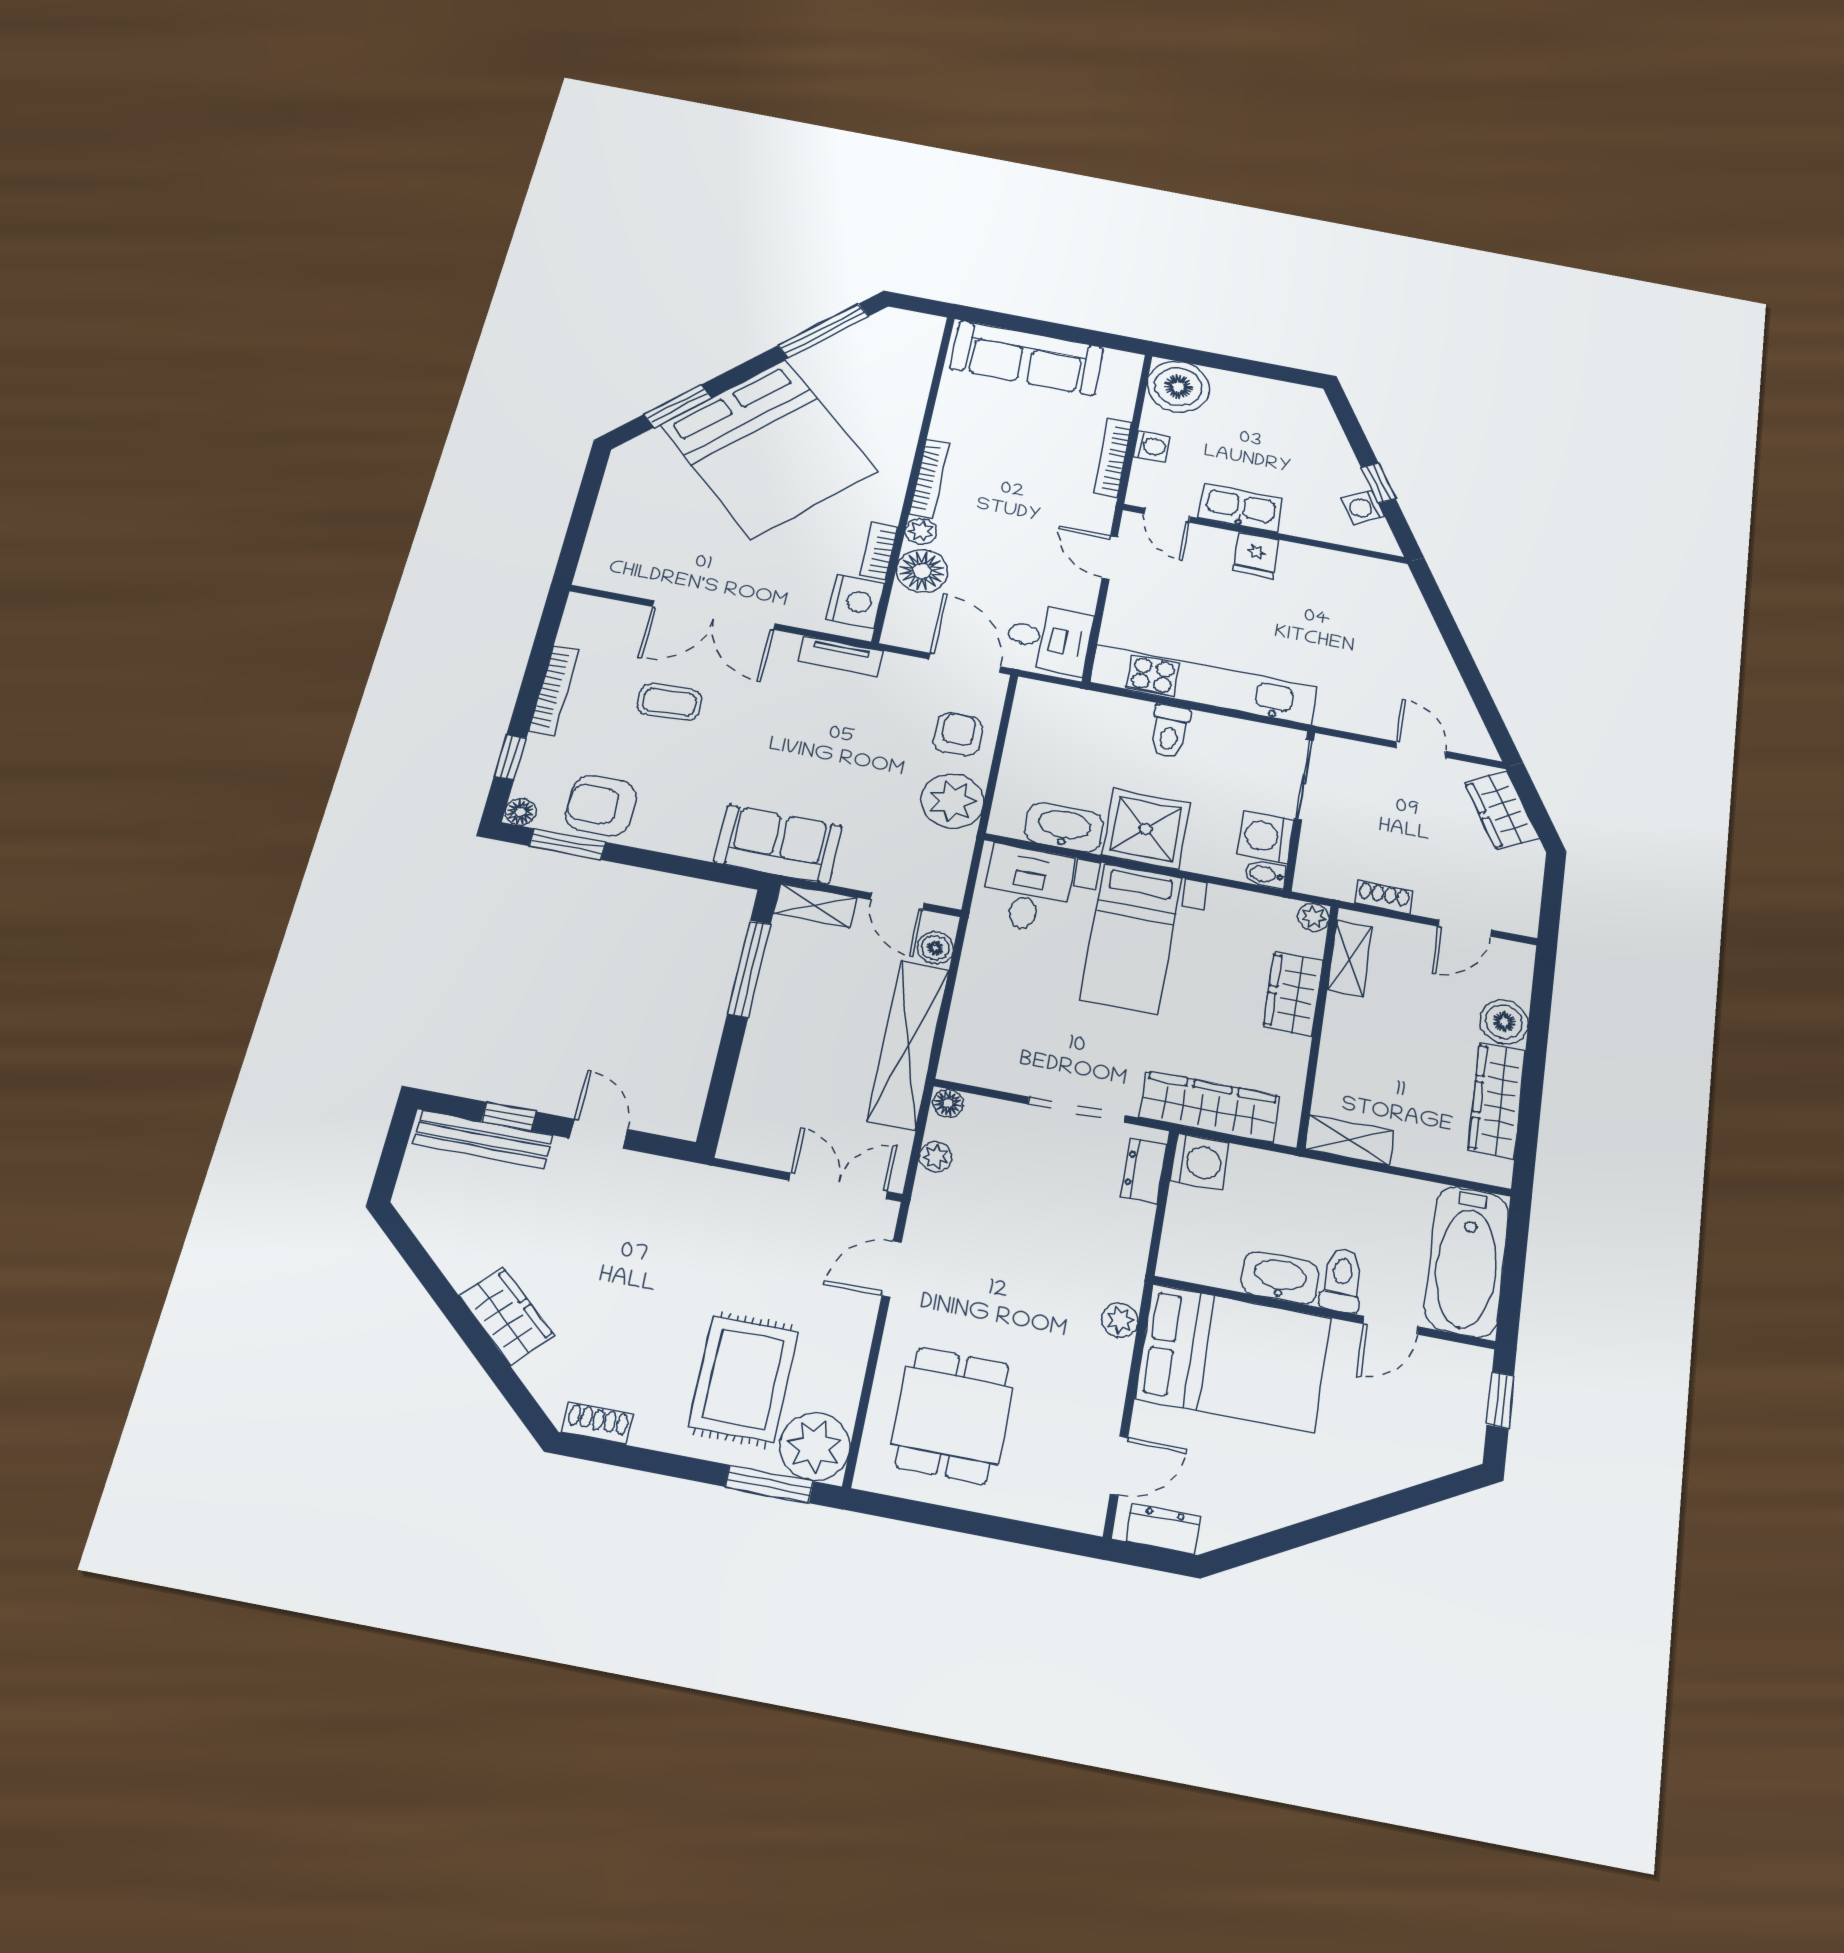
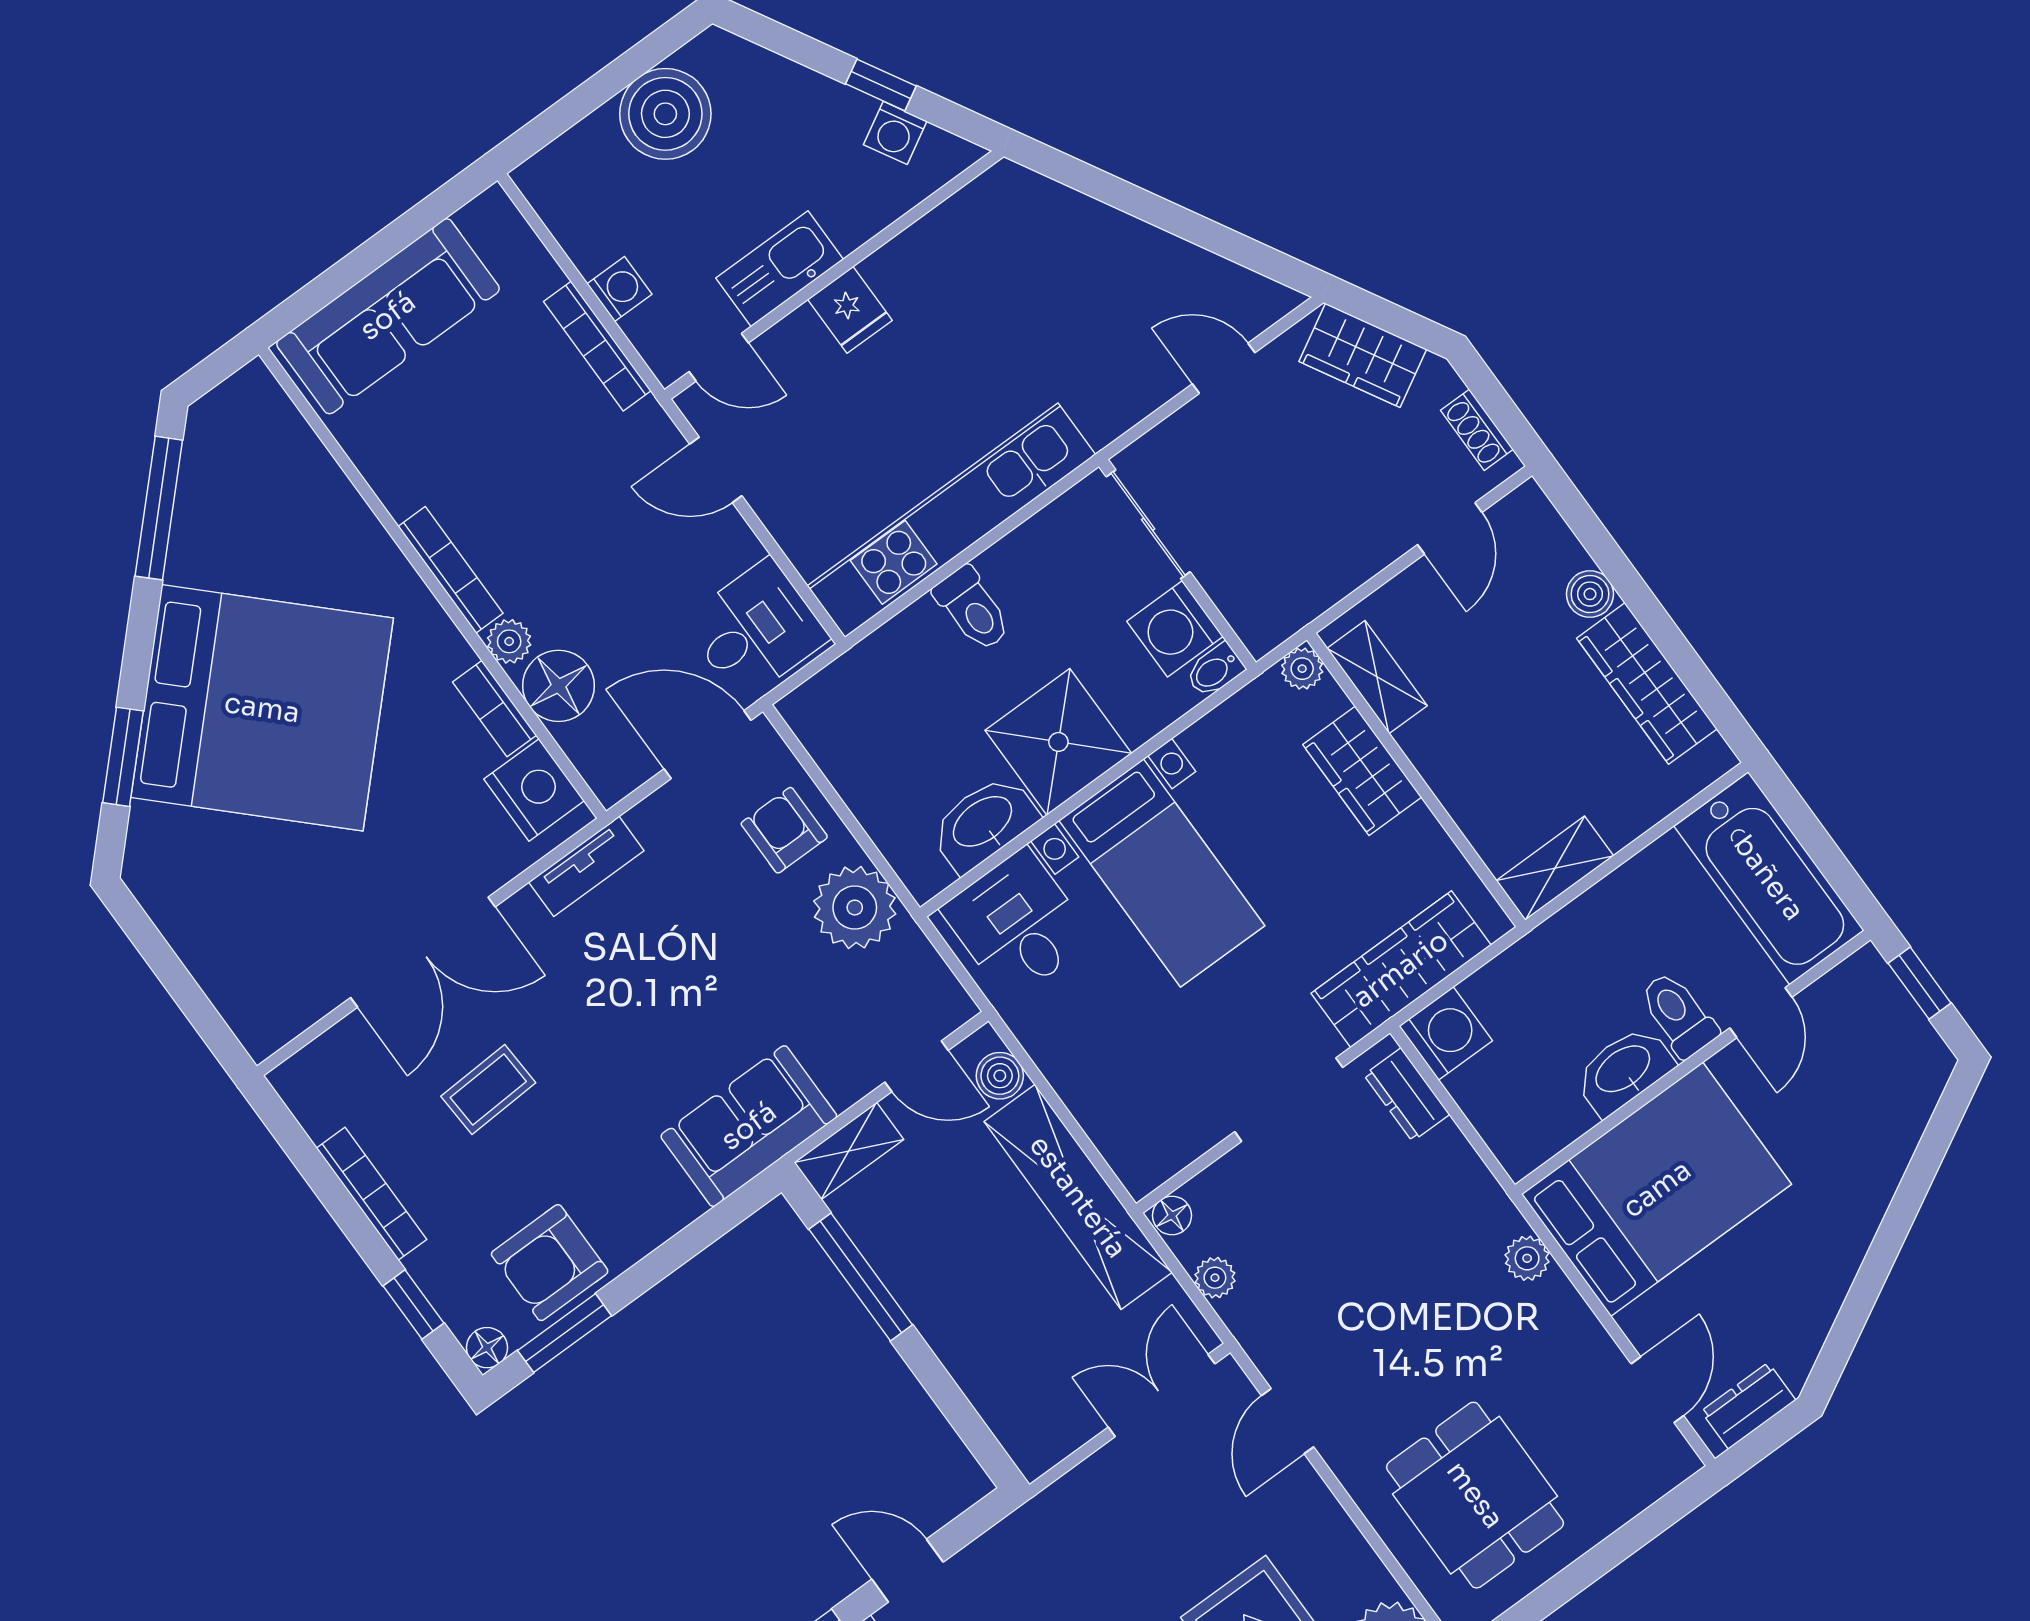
boiler: (1178, 387) -> (665, 114), moved
shoe rack: (1384, 897) -> (1477, 430), moved, turned -90
boiler: (1504, 1022) -> (1590, 594), width x0.73, depth x0.73

